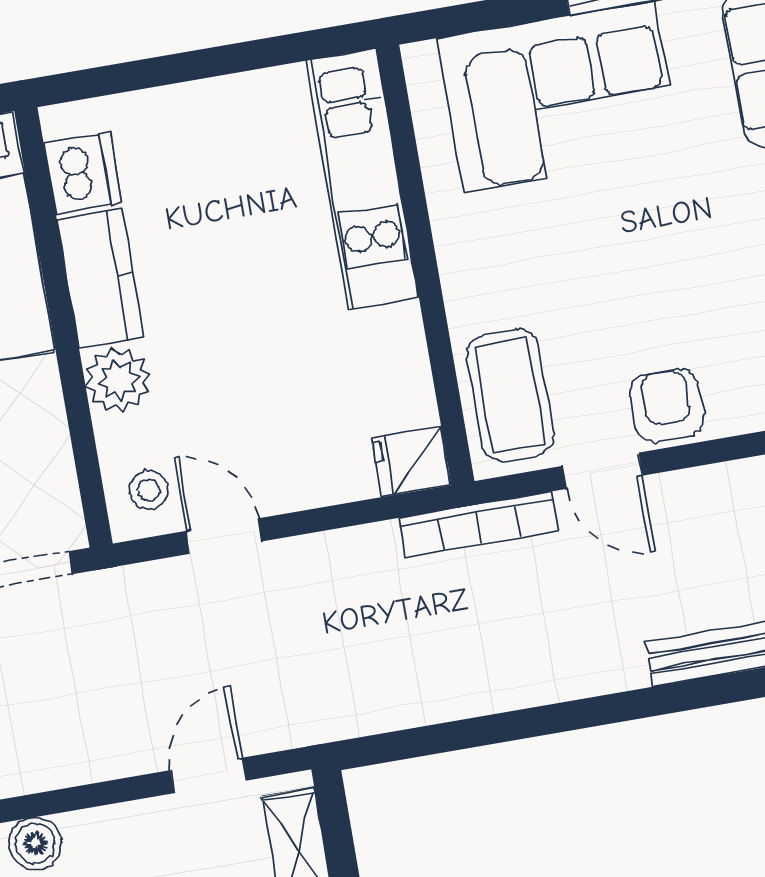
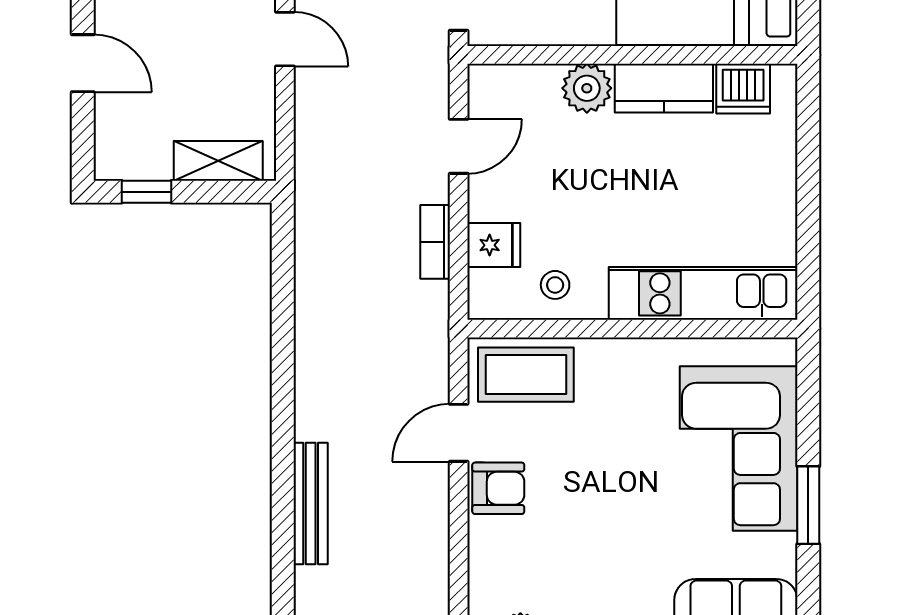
fridge: (411, 462) -> (494, 245), moved, turned 90
stool: (149, 490) -> (555, 285), moved
bookcase: (479, 524) -> (435, 242), moved, width x0.64
door: (208, 775) -> (285, 39), moved

